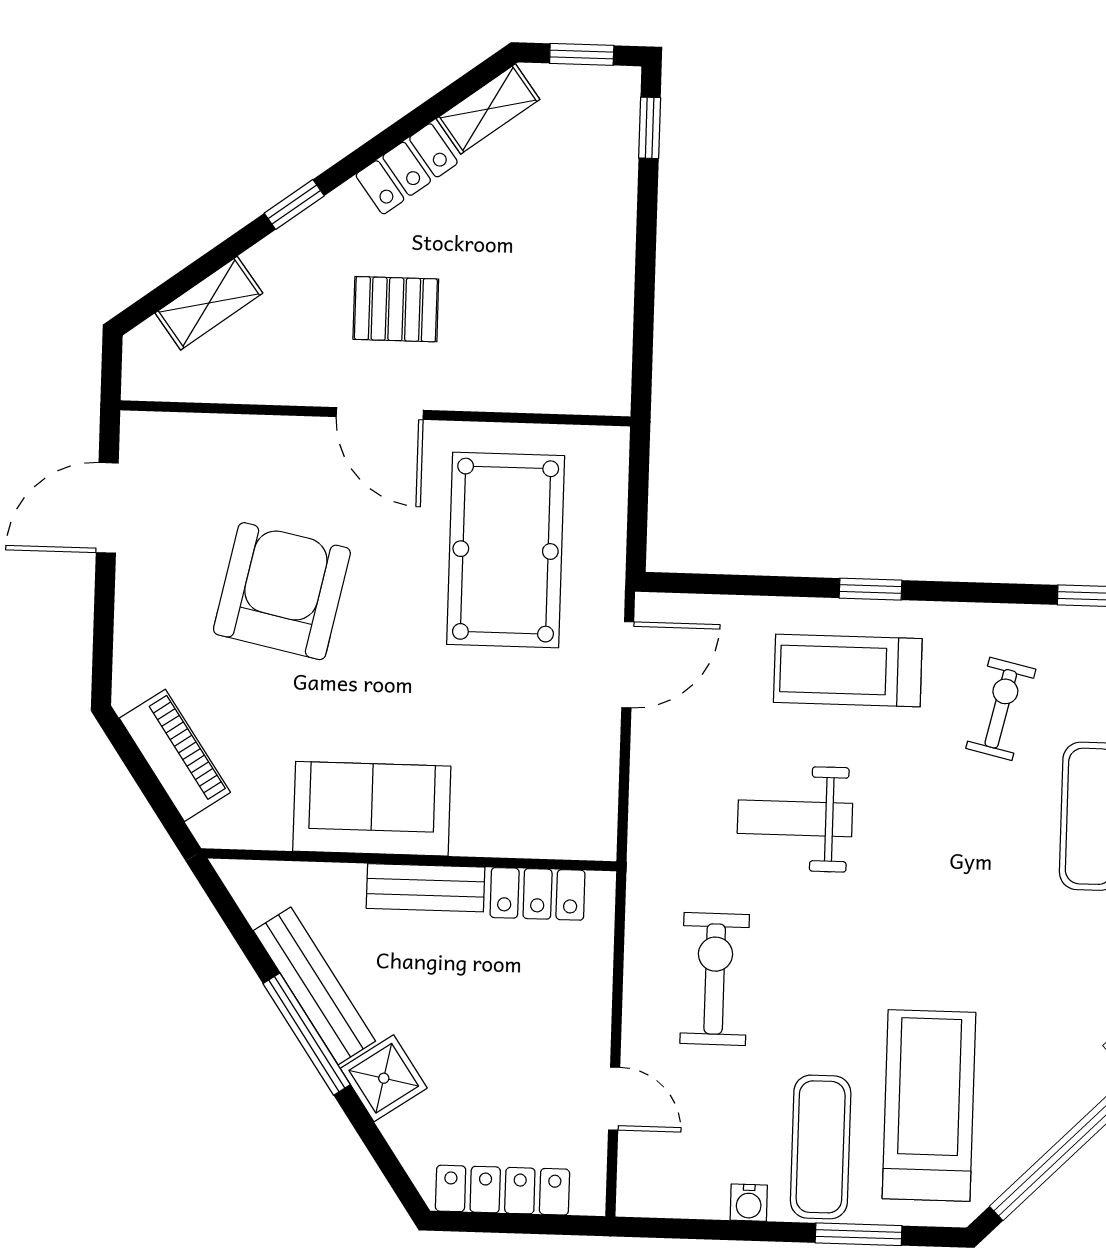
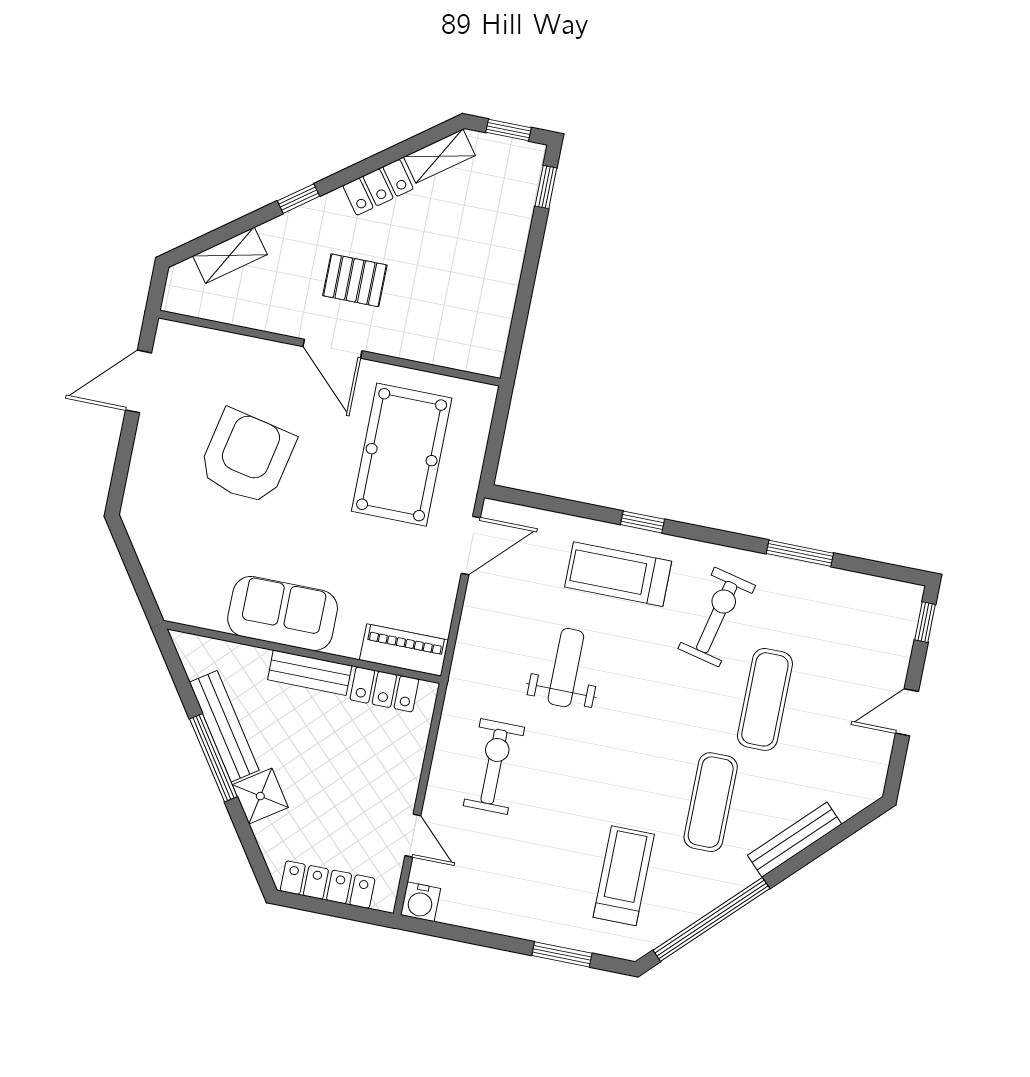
exercise bike: (1001, 709) -> (717, 617), width x1.38, depth x1.39
piano: (175, 755) -> (404, 650), moved, turned -56
weight bench: (795, 818) -> (566, 668), turned 90
treadmill: (929, 1105) -> (624, 876), width x0.73, depth x0.73
exercise mat: (821, 1147) -> (711, 802), moved
water cooler: (749, 1203) -> (421, 902), moved, width x1.38, depth x1.38

